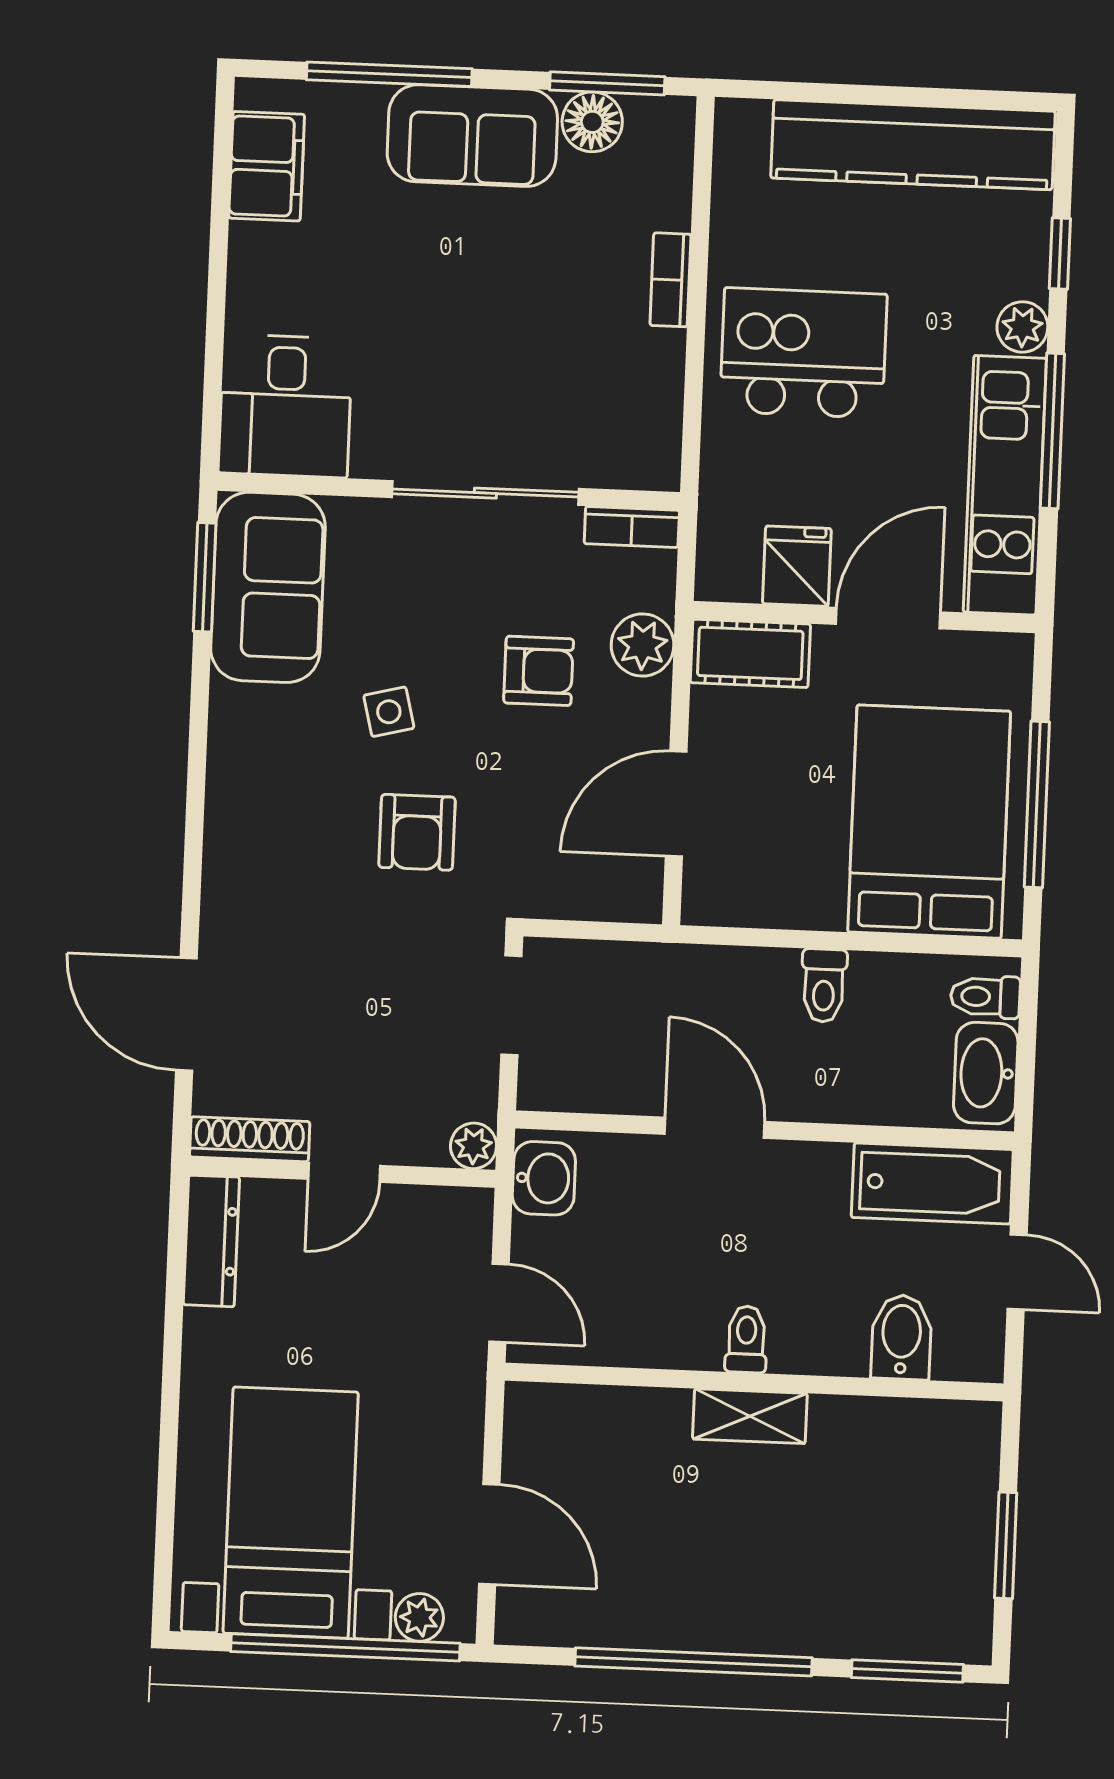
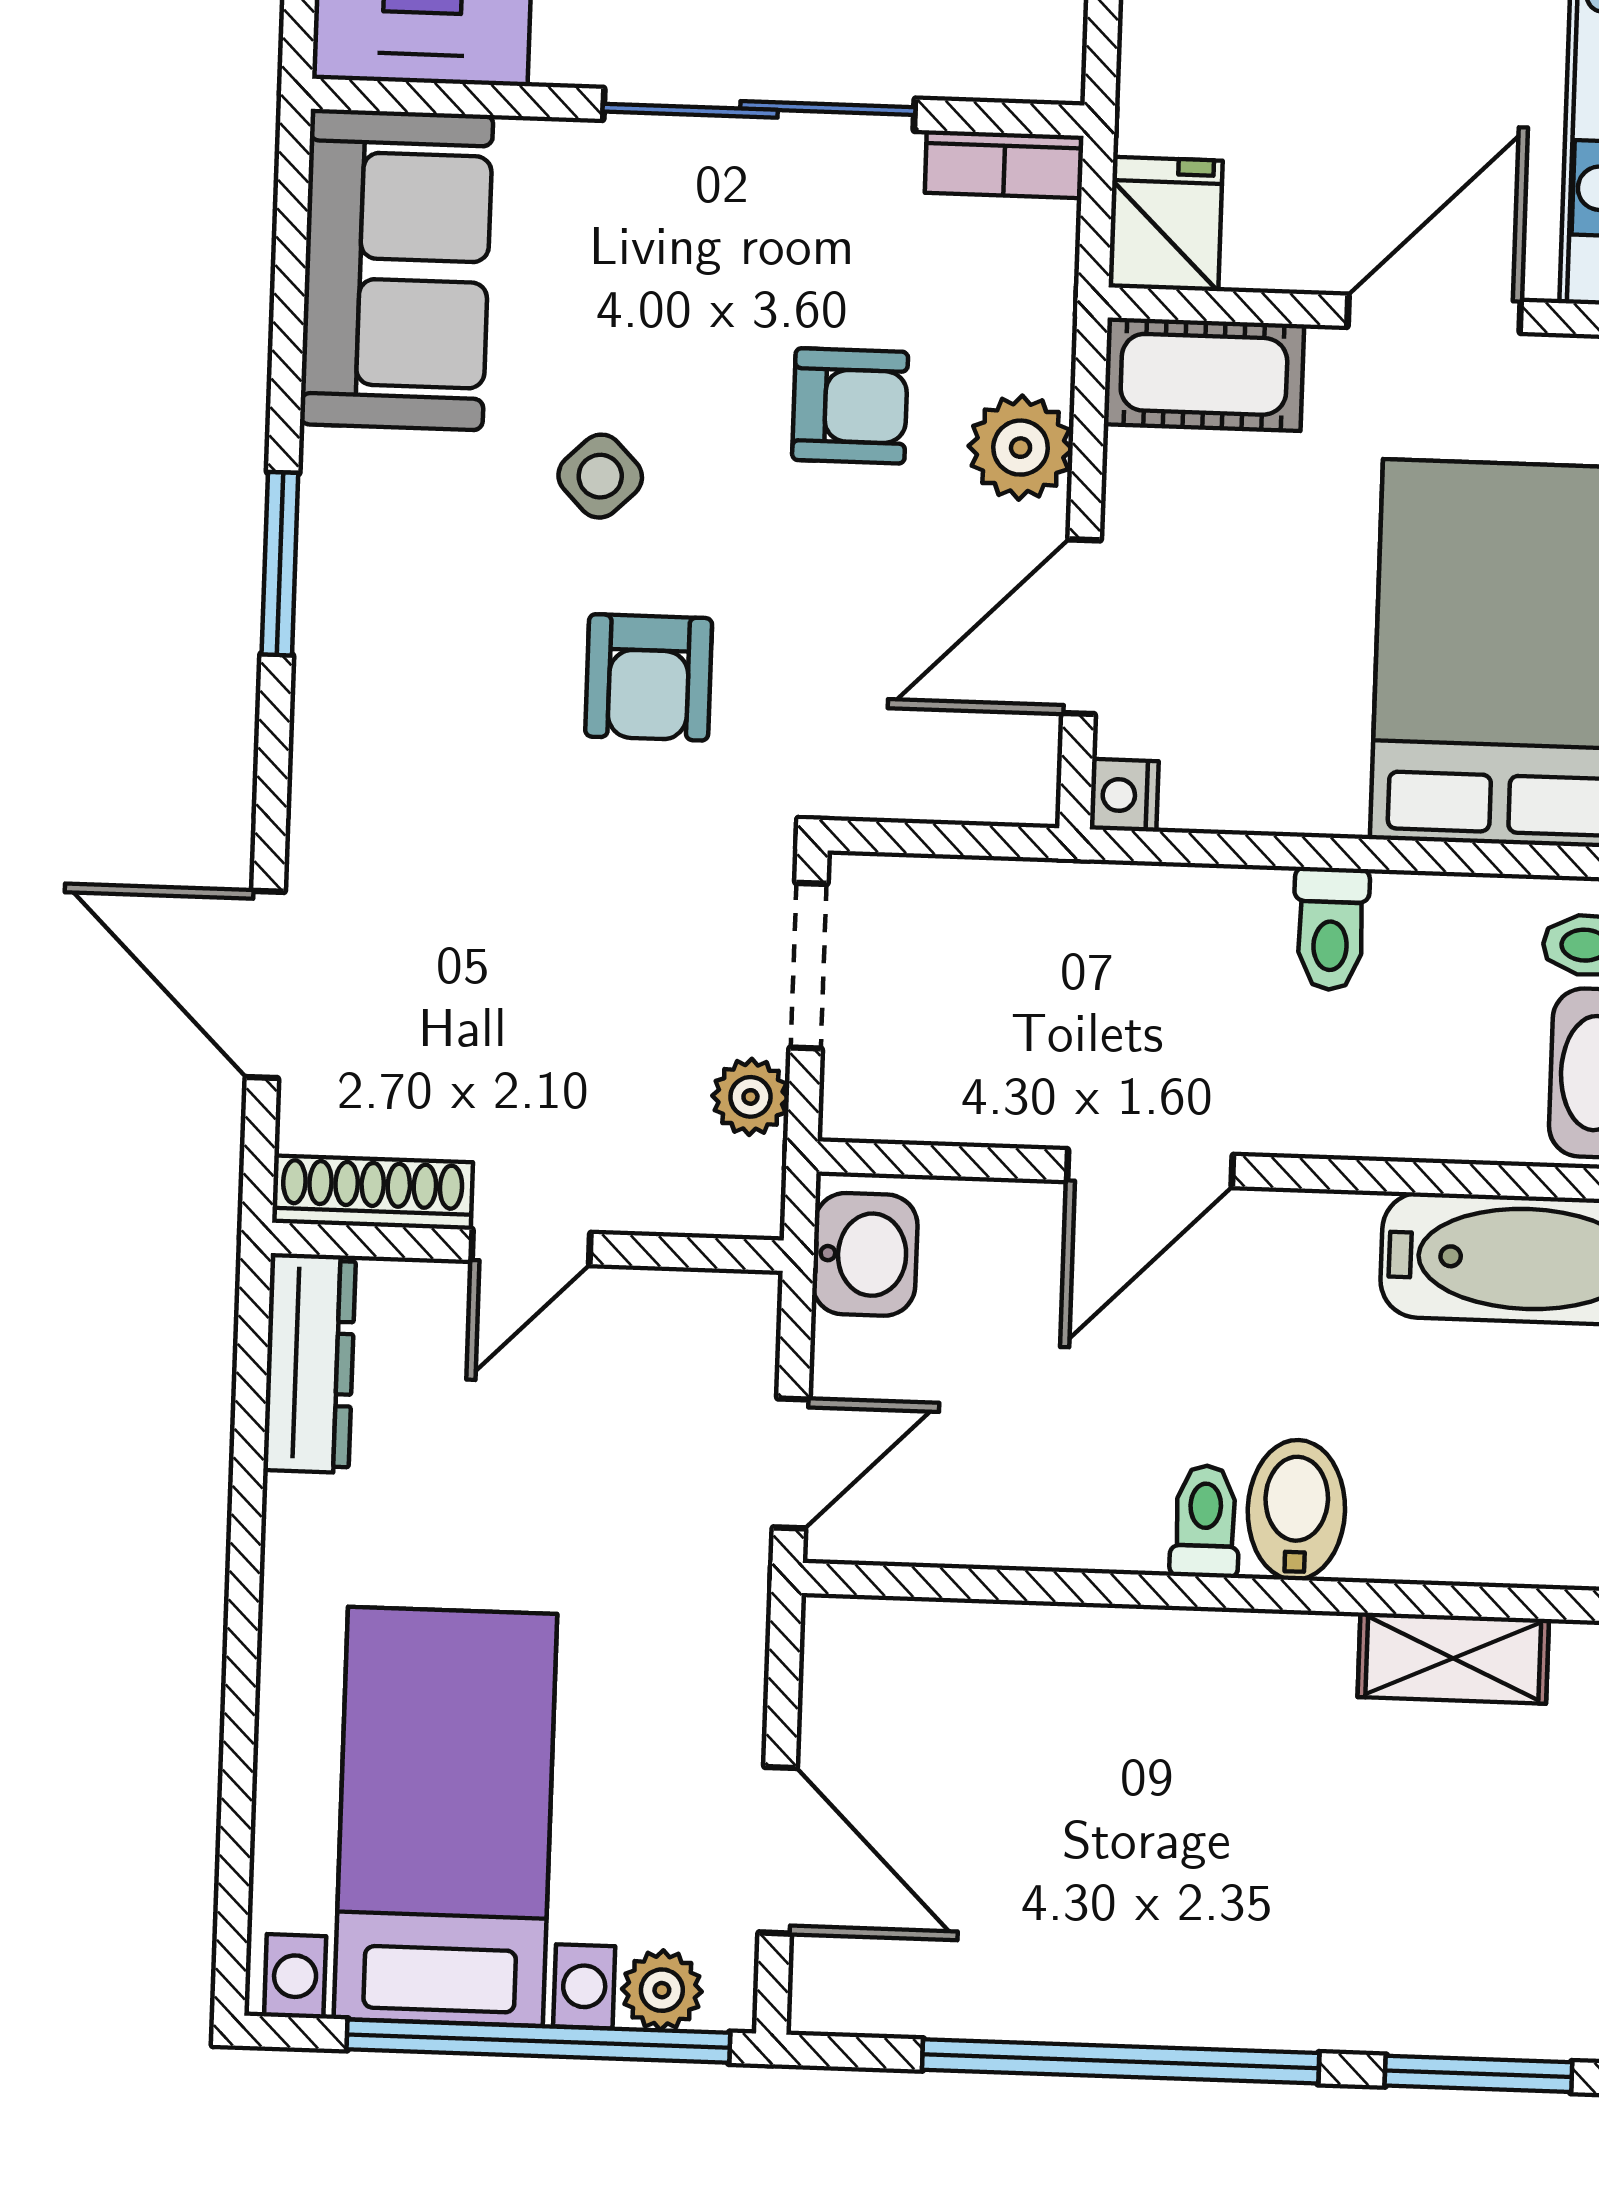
fridge: (797, 566) -> (1166, 224), moved
window: (205, 577) -> (280, 564), moved
plant: (642, 645) -> (1021, 448), moved
side table: (389, 712) -> (600, 476), turned -30
nightstand: (701, 905) -> (1124, 795), added
door: (715, 1128) -> (1150, 1168), swing flipped
plant: (474, 1146) -> (750, 1097), moved
door: (499, 1303) -> (791, 1463), hinge flipped
bidet: (901, 1337) -> (1296, 1510), moved
shelving: (750, 1416) -> (1453, 1658), moved

